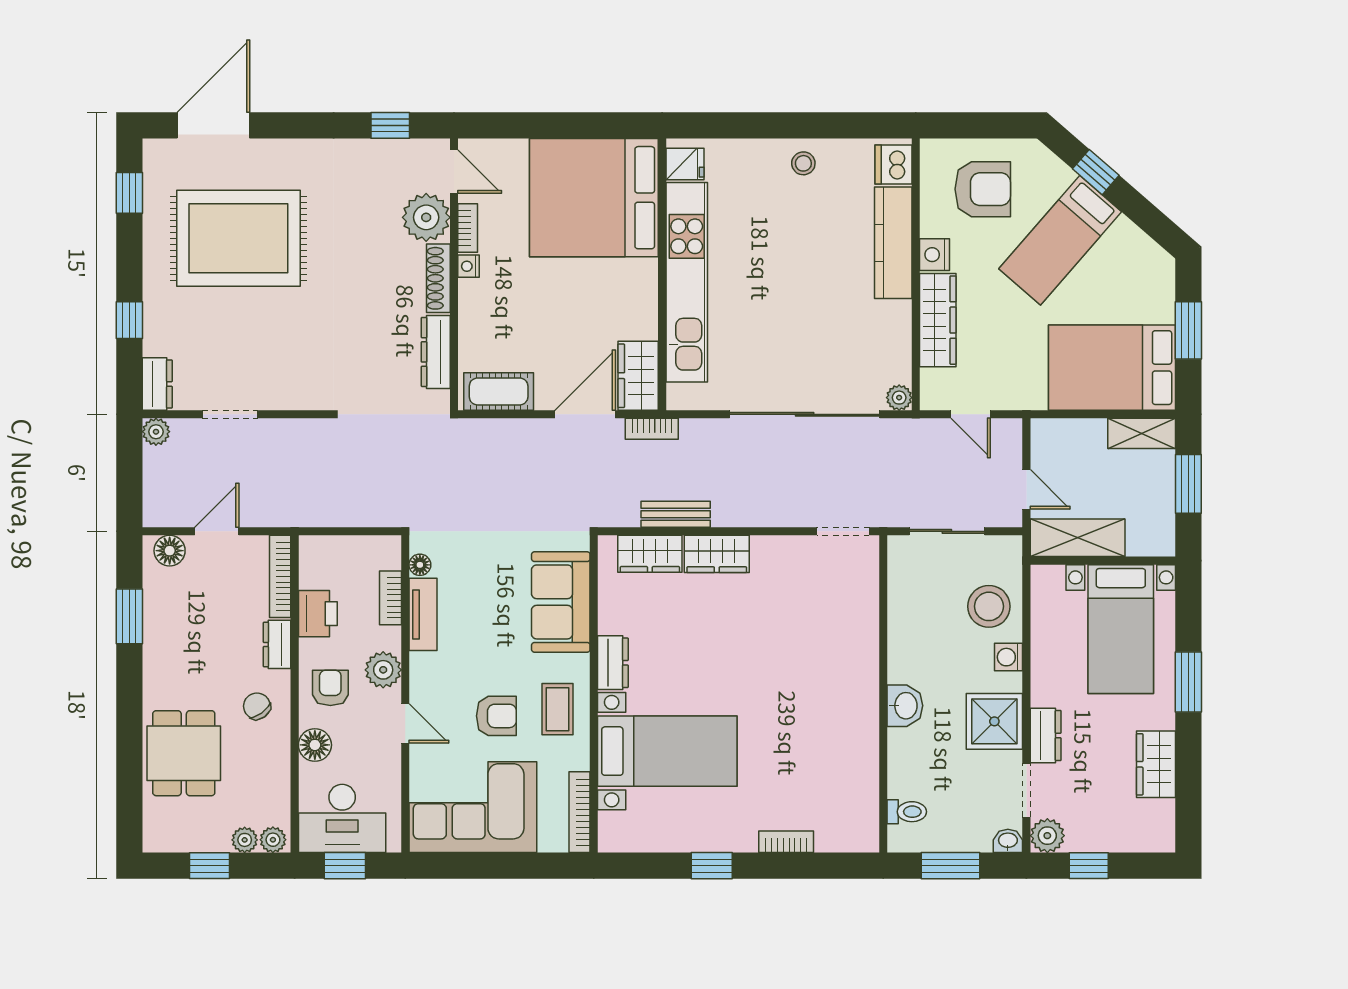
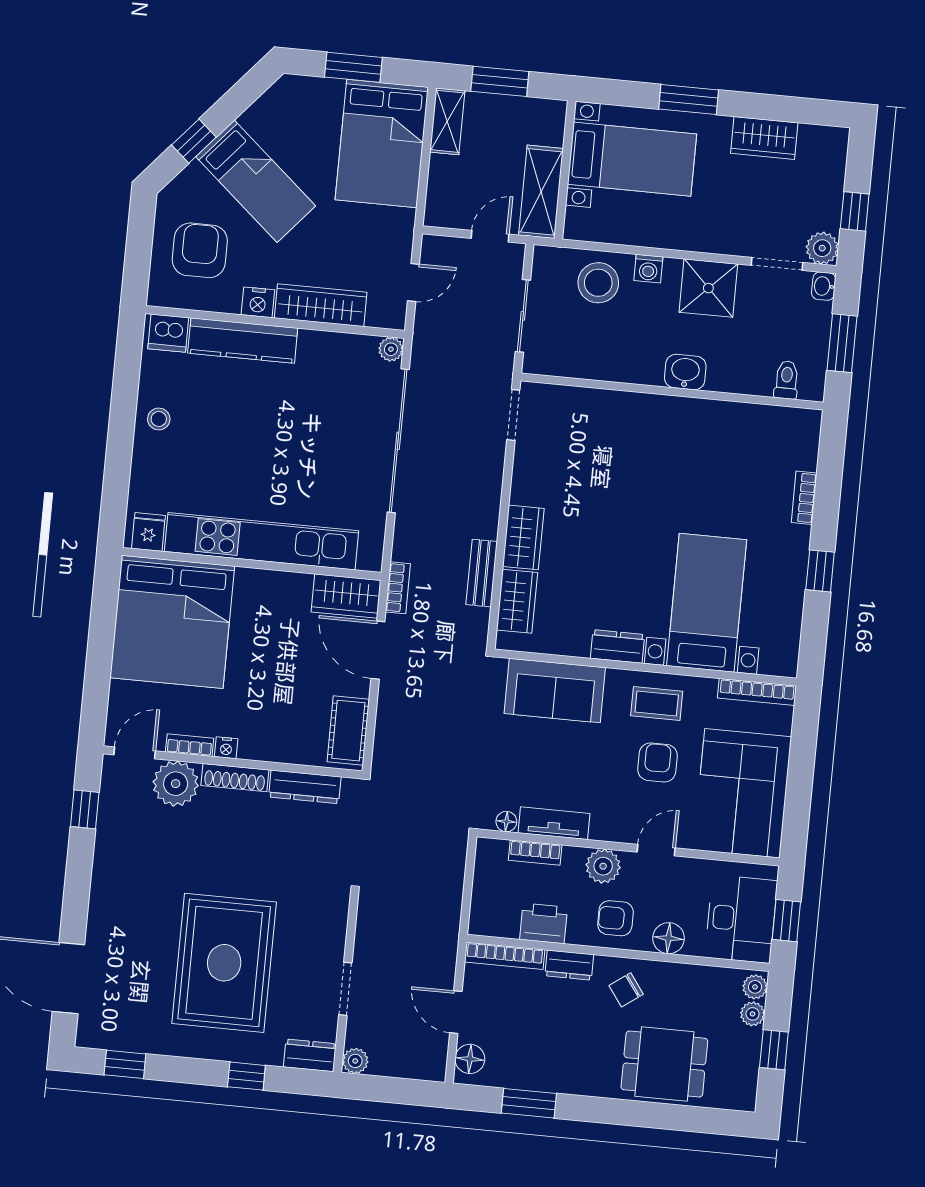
rug: (238, 238) -> (224, 963), moved
dresser: (1046, 735) -> (727, 241), removed

